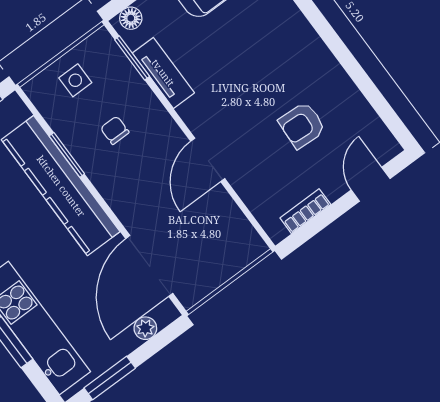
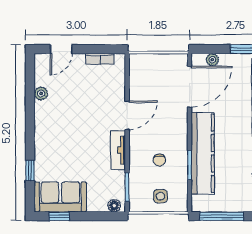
tv unit: (163, 73) -> (118, 150), moved
plant: (352, 100) -> (41, 93), added
armchair: (302, 125) -> (72, 99), removed

